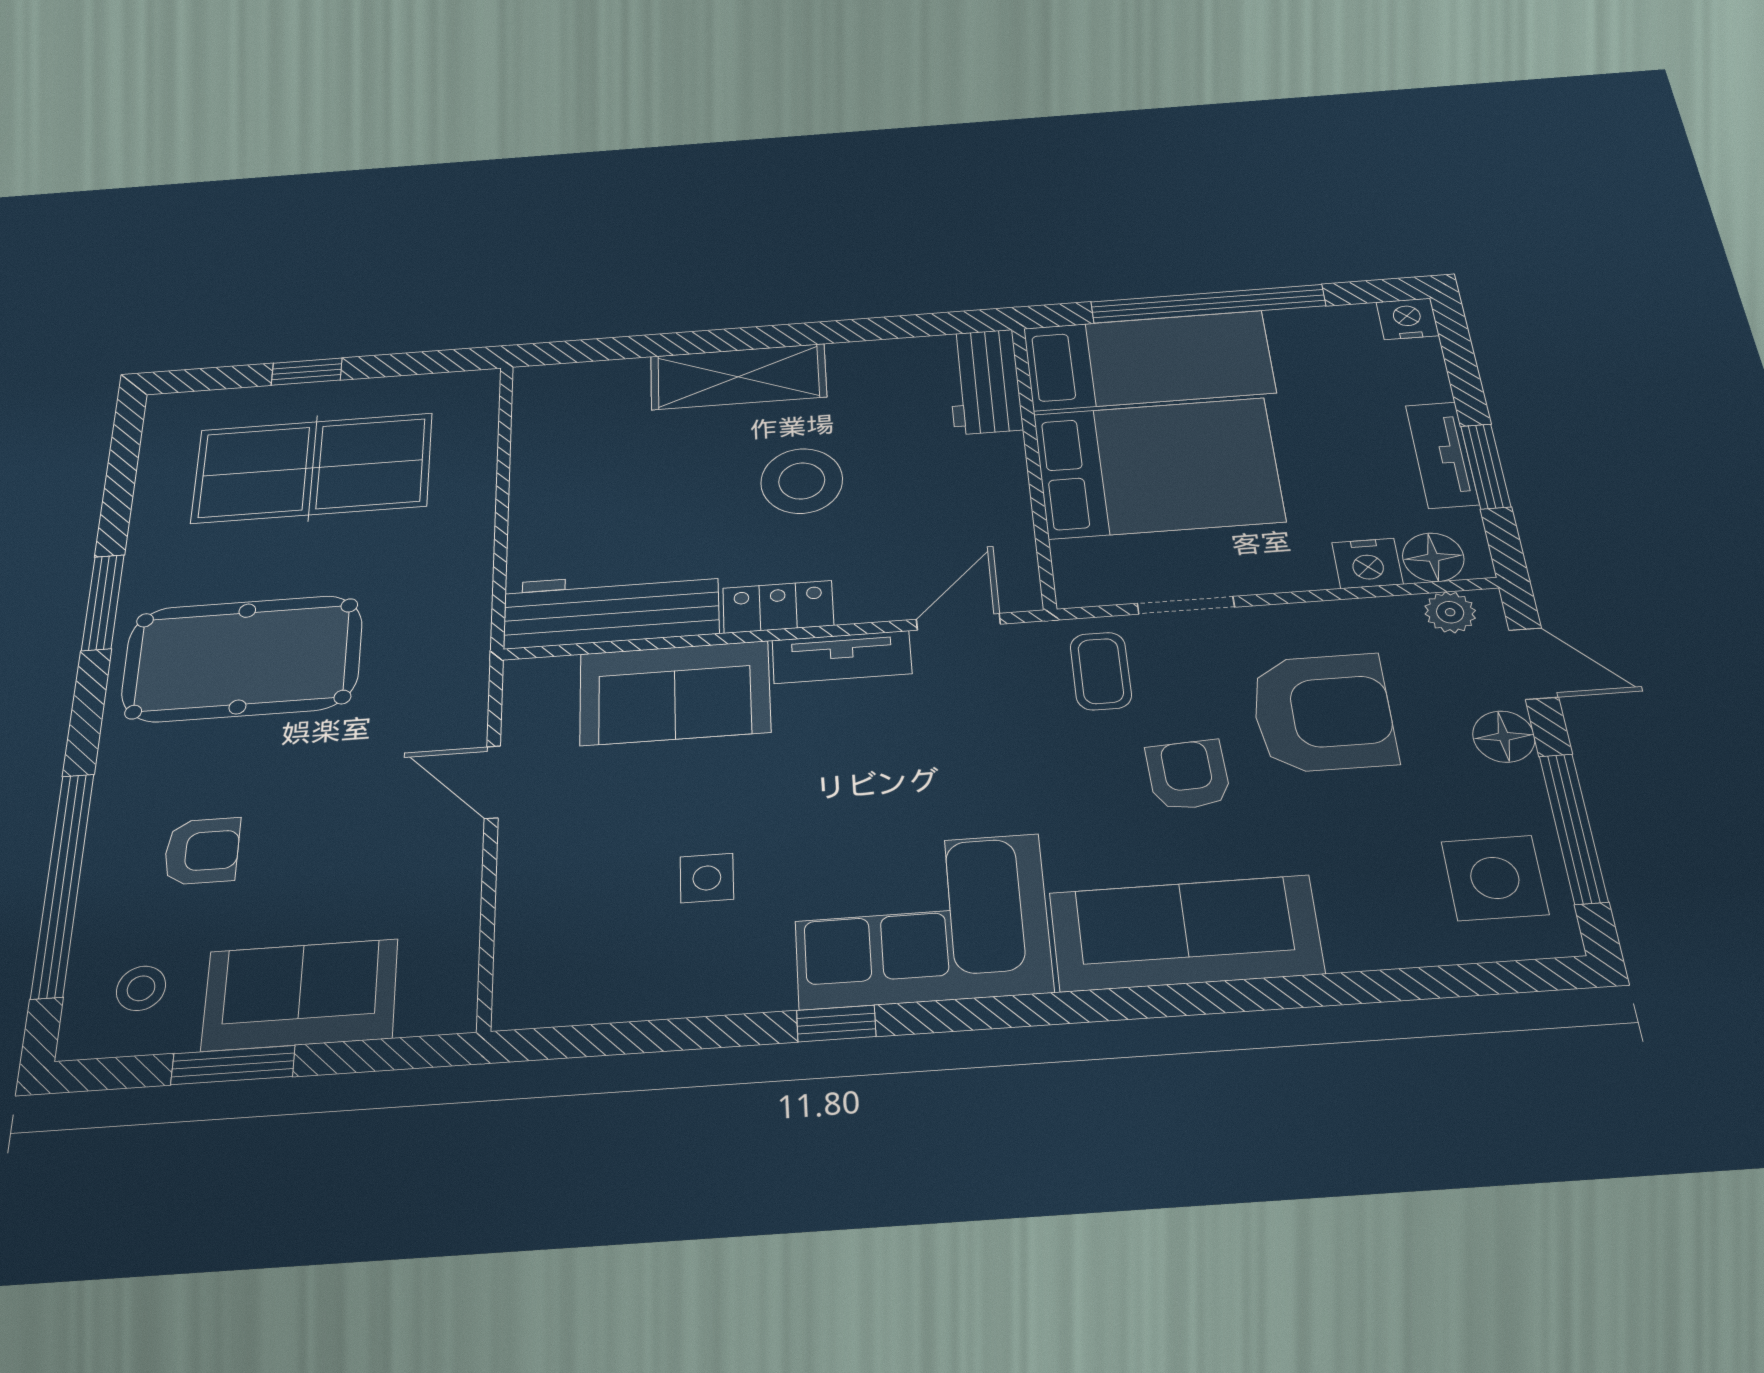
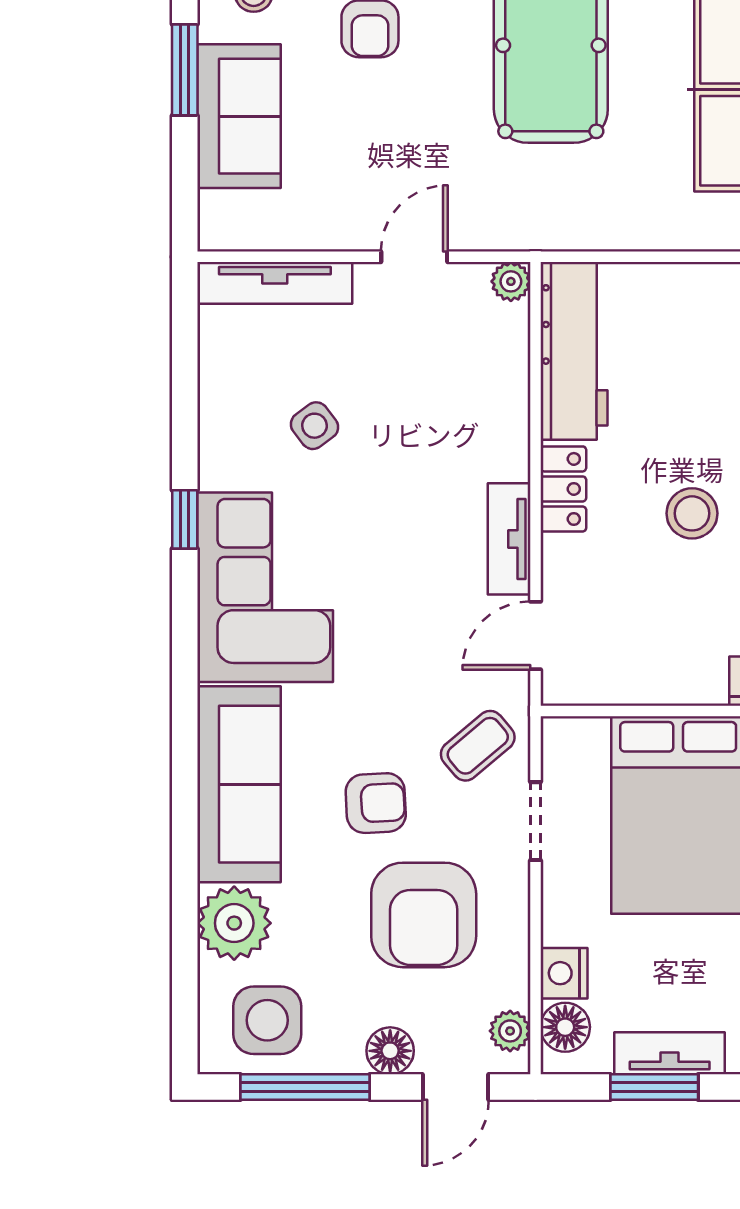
stool: (802, 481) -> (692, 513), width x0.73, depth x0.73
door: (958, 622) -> (536, 636), swing flipped
coffee table: (1101, 671) -> (478, 746), turned -40
plant: (526, 678) -> (511, 281), added
sofa: (675, 693) -> (486, 403), removed
side table: (707, 878) -> (315, 426), turned -37
plant: (1373, 926) -> (234, 923), added
tv unit: (521, 937) -> (275, 283), added

